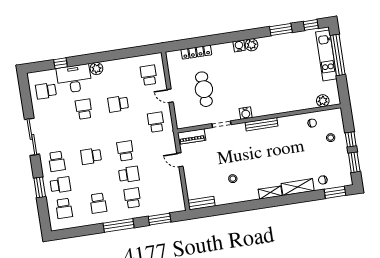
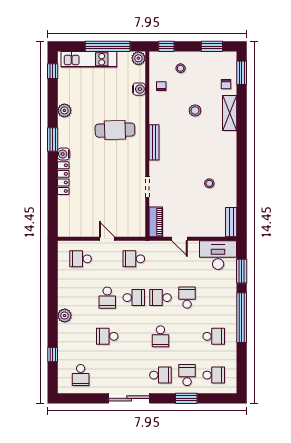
window: (281, 30) -> (53, 139), moved
plant: (251, 45) -> (64, 110), moved
locker: (196, 52) -> (63, 178), moved
window: (338, 55) -> (108, 46), moved
desk: (74, 79) -> (218, 255), moved, turned 90
cafe table: (204, 89) -> (115, 130), moved
door: (170, 96) -> (107, 239), swing flipped
plant: (323, 101) -> (138, 58), moved
water cooler: (246, 113) -> (139, 89), moved
window: (351, 139) -> (166, 46), moved
stool: (295, 156) -> (195, 110), added
door: (180, 160) -> (180, 239), hinge flipped
shelving: (270, 193) -> (231, 144), removed
school desk: (132, 198) -> (134, 298), moved, turned 180
window: (119, 225) -> (242, 318), width x1.46

